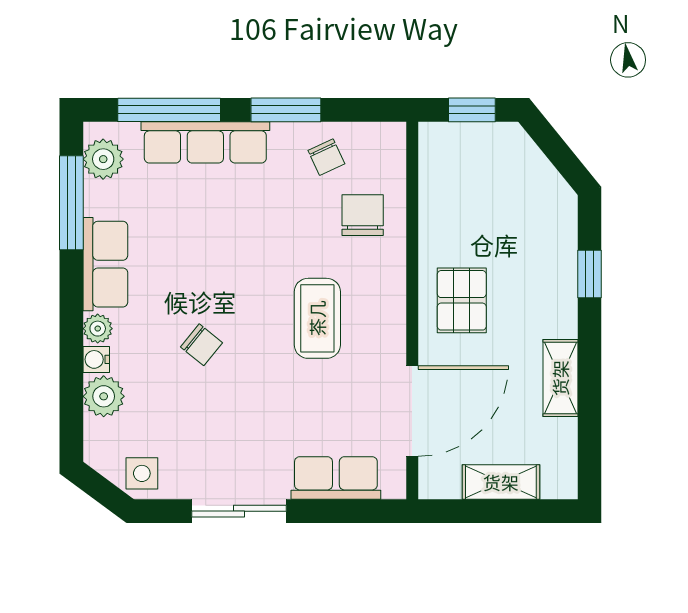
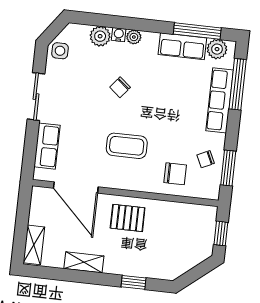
window: (286, 110) -> (228, 168), moved
row of seats: (105, 264) -> (182, 46), moved
shelving: (501, 482) -> (34, 245), moved

